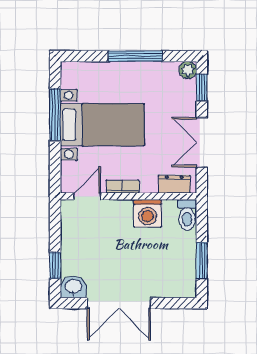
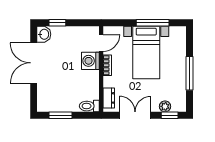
plant: (188, 70) -> (165, 106), moved
door: (87, 196) -> (101, 43), hinge flipped
washing machine: (147, 213) -> (90, 61), moved

